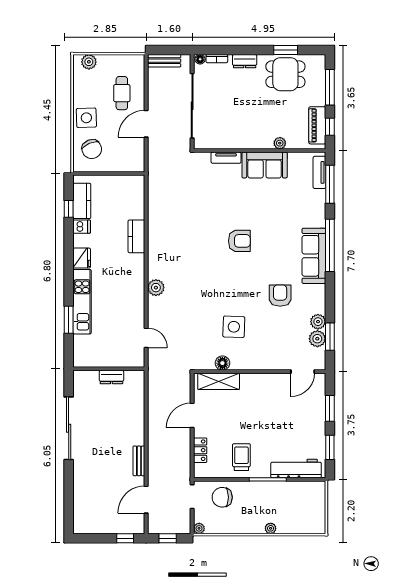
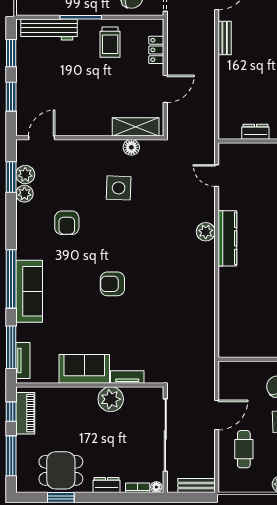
plant: (280, 143) -> (111, 399), moved, width x1.88, depth x1.88
kitchen counter: (136, 236) -> (227, 238), moved, width x1.50
sofa: (314, 256) -> (29, 291), moved

